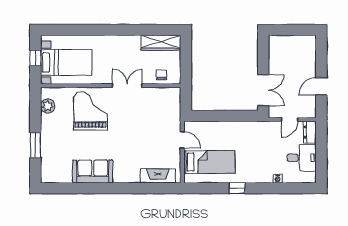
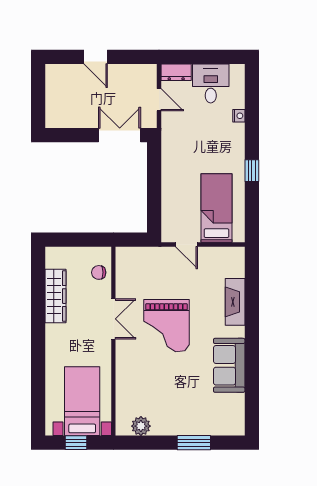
wardrobe: (161, 43) -> (56, 296), moved
double door: (127, 86) -> (113, 319), swing flipped
door: (321, 86) -> (96, 57), moved
grand piano: (90, 111) -> (166, 326), moved, turned -90
door: (182, 140) -> (186, 244), swing flipped
fireplace: (158, 176) -> (235, 302), moved

